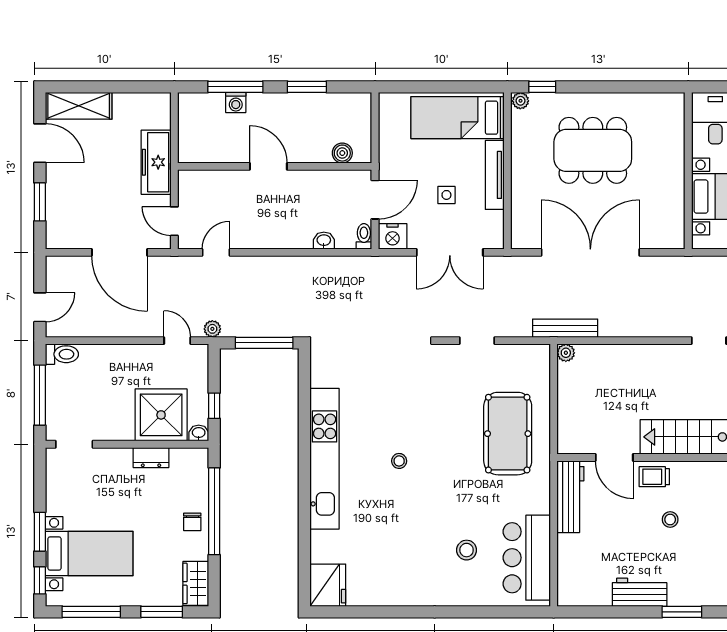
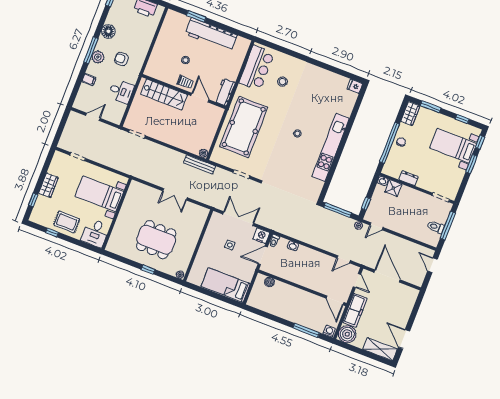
window: (307, 87) -> (274, 318), removed
window: (542, 87) -> (148, 269), moved
washing machine: (236, 103) -> (329, 331), moved
boiler: (153, 110) -> (347, 334), added
bed: (458, 118) -> (226, 285), moved, turned 180
door: (268, 166) -> (335, 300), moved
tv unit: (495, 175) -> (205, 246), removed
window: (40, 202) -> (414, 313), removed
double door: (590, 252) -> (175, 194), width x0.54
door: (40, 307) -> (433, 265), hinge flipped
door: (177, 341) -> (376, 226), hinge flipped
toilet: (62, 354) -> (436, 227), moved
window: (214, 406) -> (366, 204), moved
shower: (161, 415) -> (393, 188), width x0.54, depth x0.54
pool table: (508, 434) -> (244, 127), width x1.36, depth x1.32
workbench: (570, 497) -> (225, 92), width x0.73
fridge: (328, 585) -> (355, 86), width x0.53, depth x0.75
workbench: (640, 592) -> (211, 35), width x1.87, depth x1.32
window: (91, 612) -> (462, 119), width x0.46

